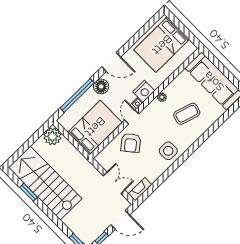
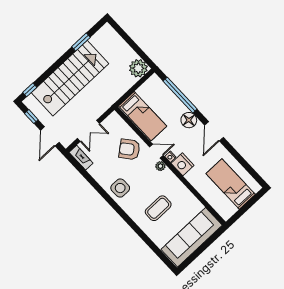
bed: (162, 45) -> (231, 184), width x0.67
plant: (162, 97) -> (160, 166), moved
coffee table: (187, 114) -> (158, 208), turned 73
bed: (95, 127) -> (143, 116), width x0.67
stairs: (45, 183) -> (70, 78), moved

